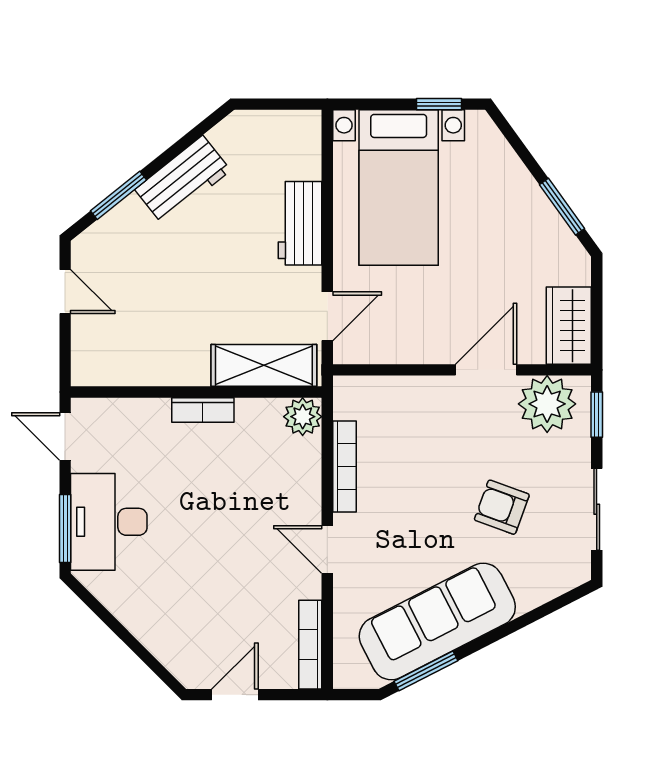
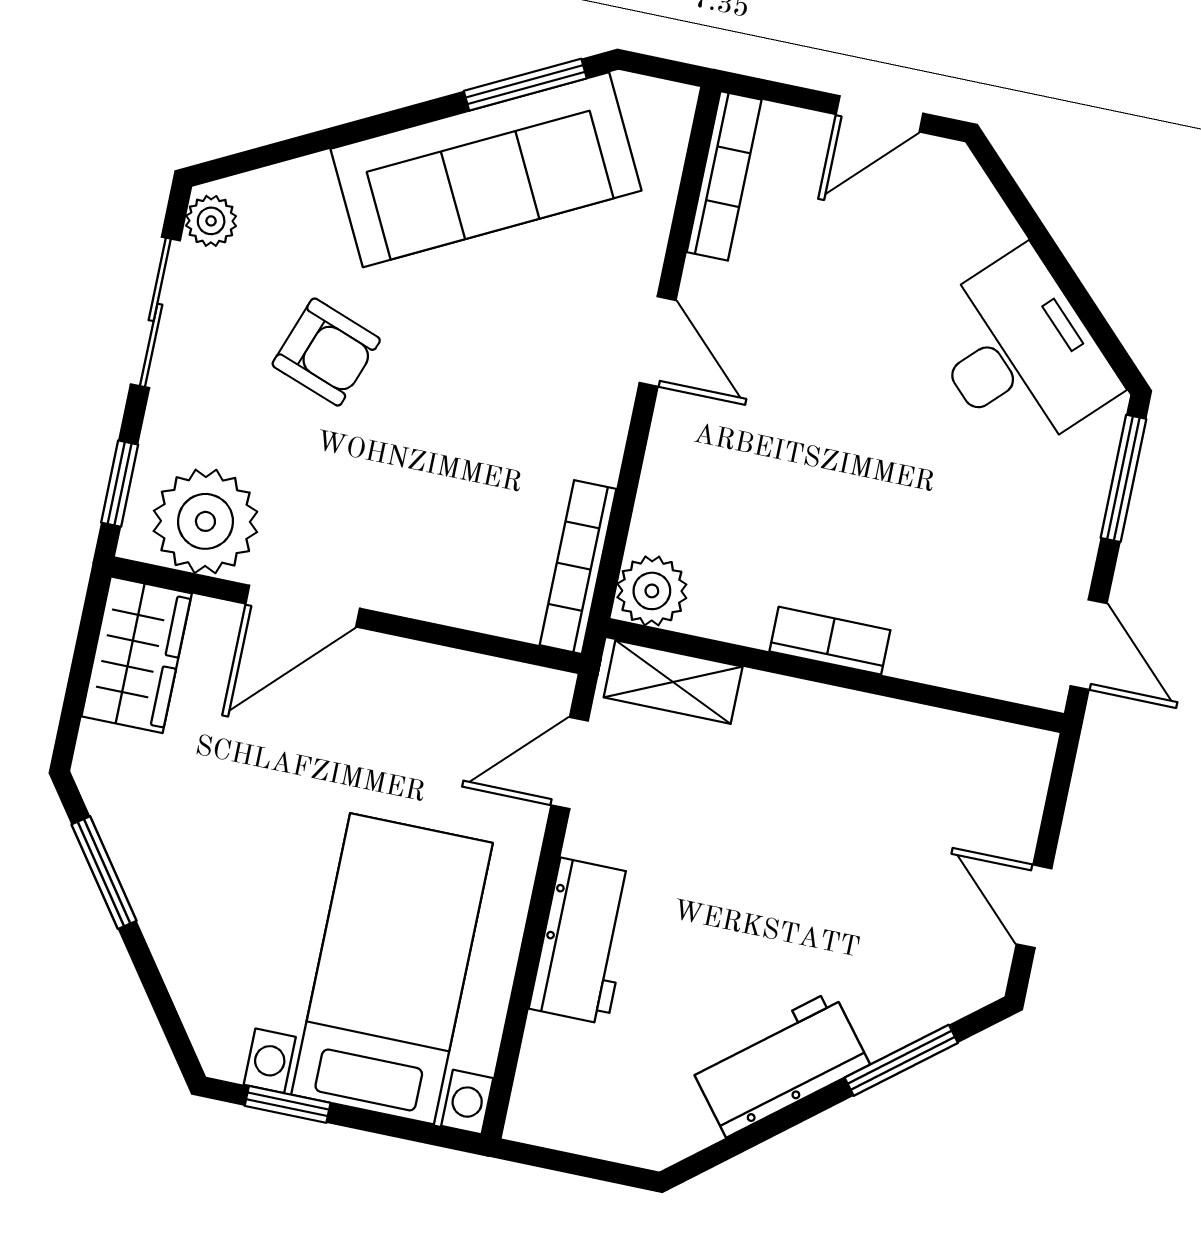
shelving: (264, 365) -> (673, 682), width x0.67, depth x0.75
bookcase: (345, 467) -> (578, 567), moved
desk: (109, 522) -> (1019, 353), moved, turned -45
plant: (577, 564) -> (211, 221), added

